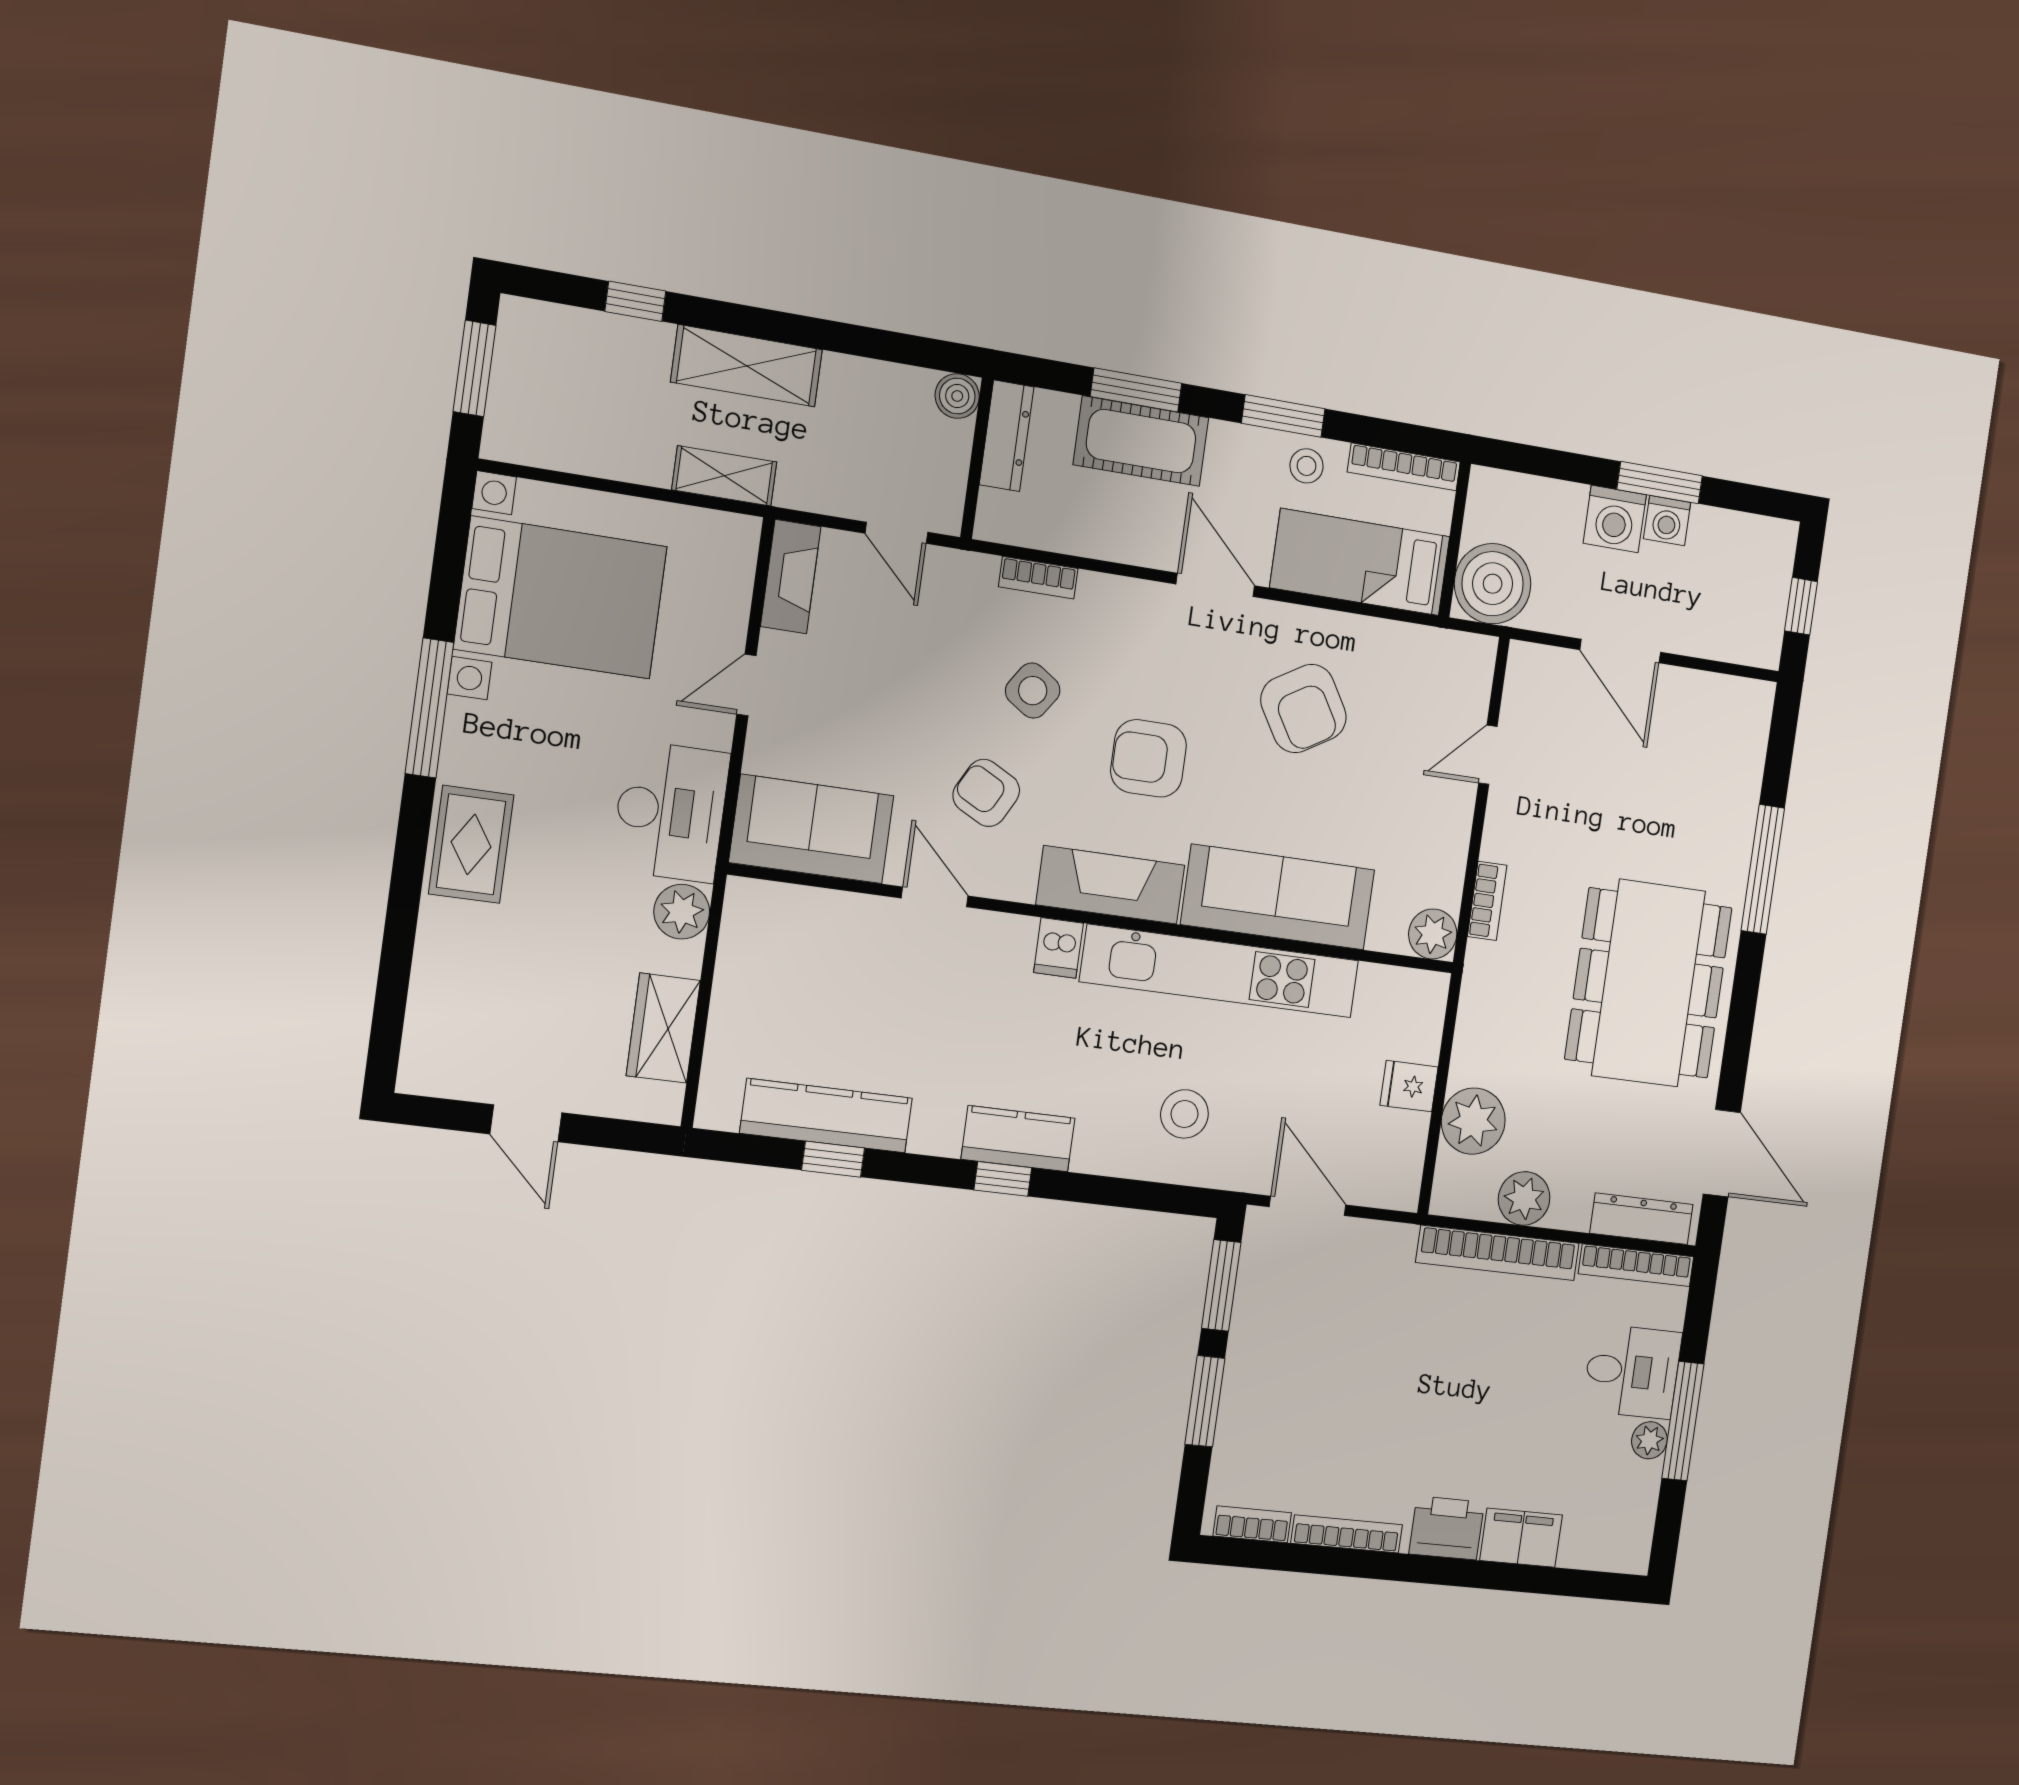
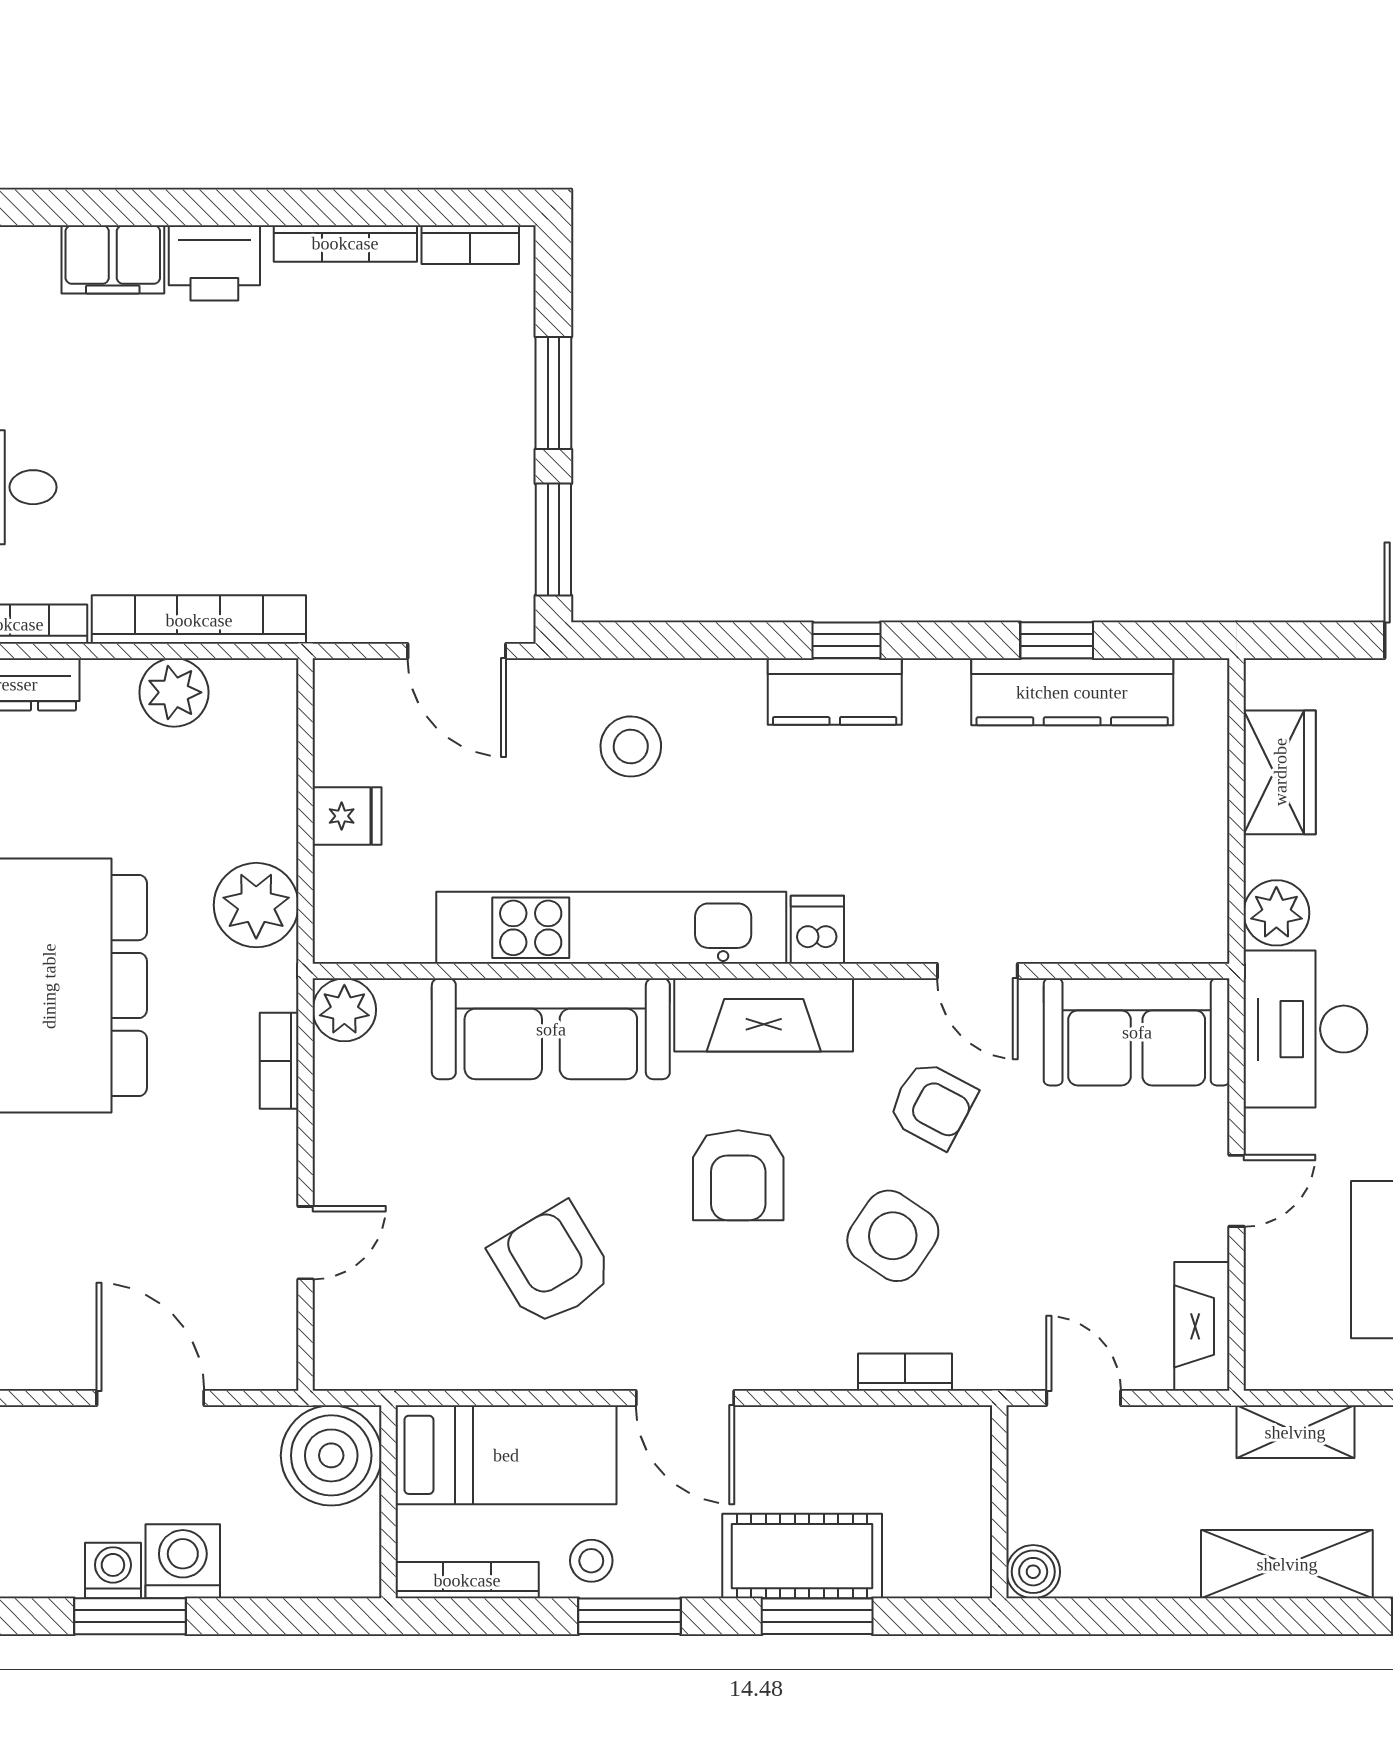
dresser: (1007, 436) -> (967, 1535), removed
side table: (1033, 691) -> (893, 1236), width x1.37, depth x1.37
armchair: (1149, 758) -> (738, 1175), turned 90
plant: (1473, 1121) -> (256, 905), moved

